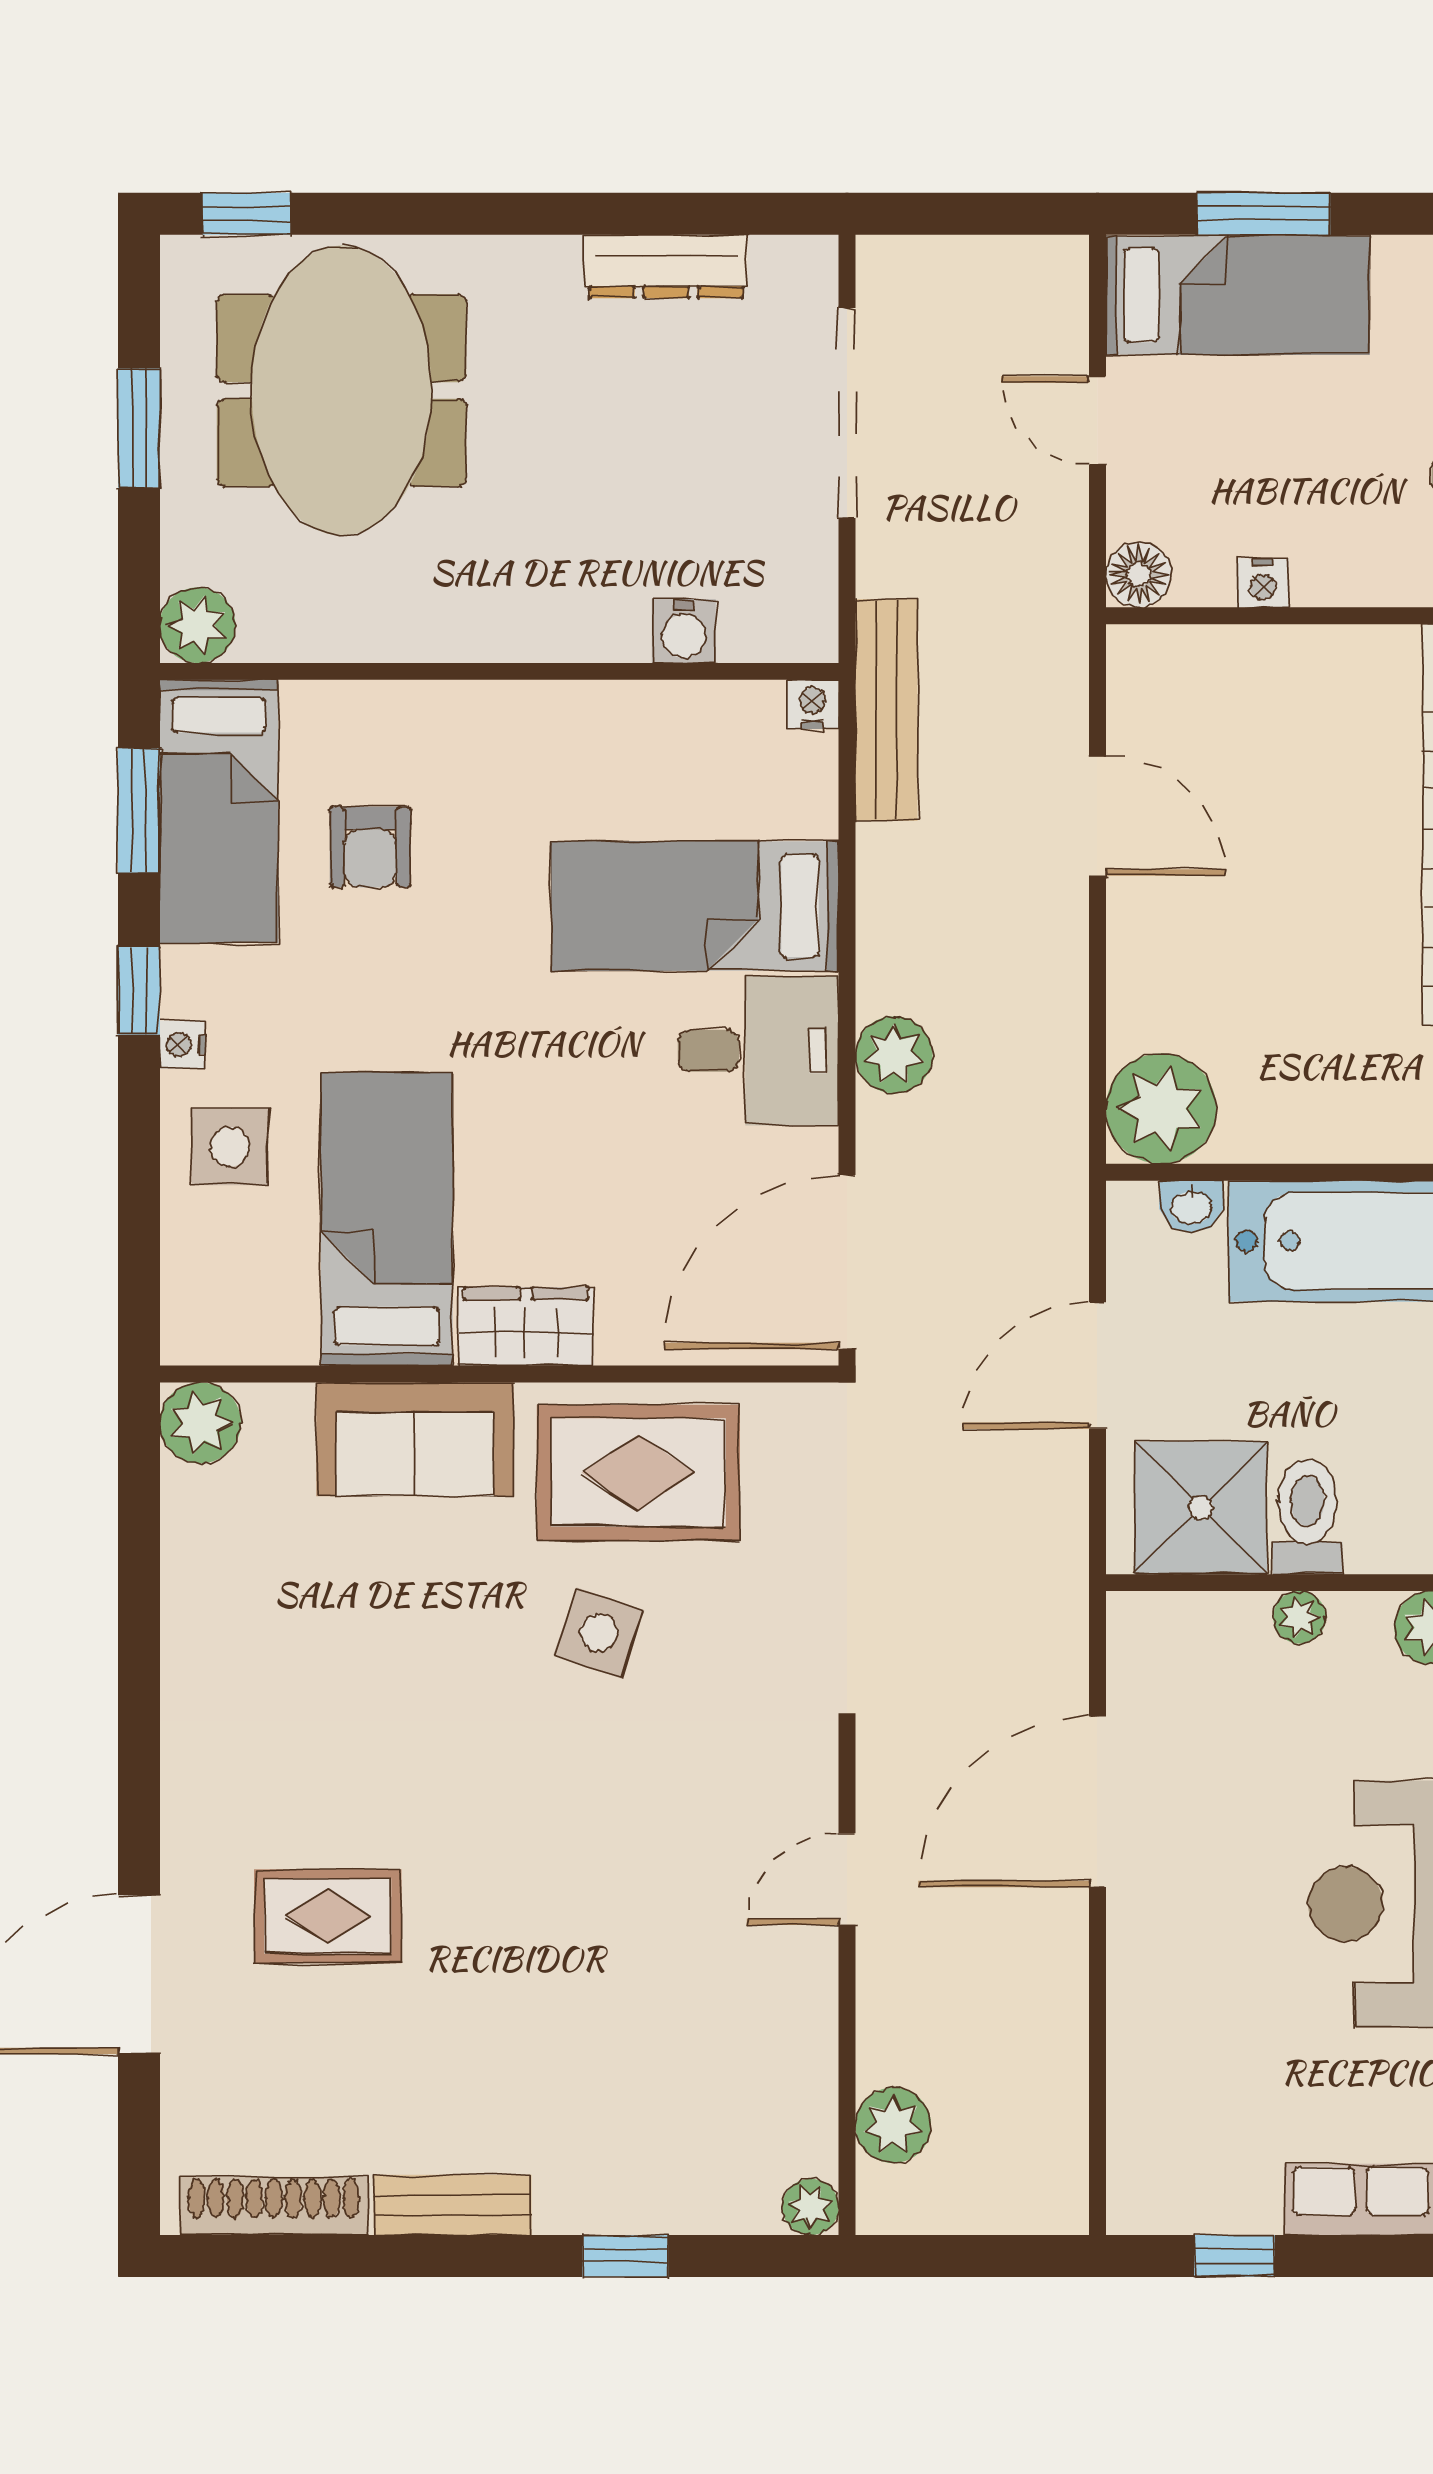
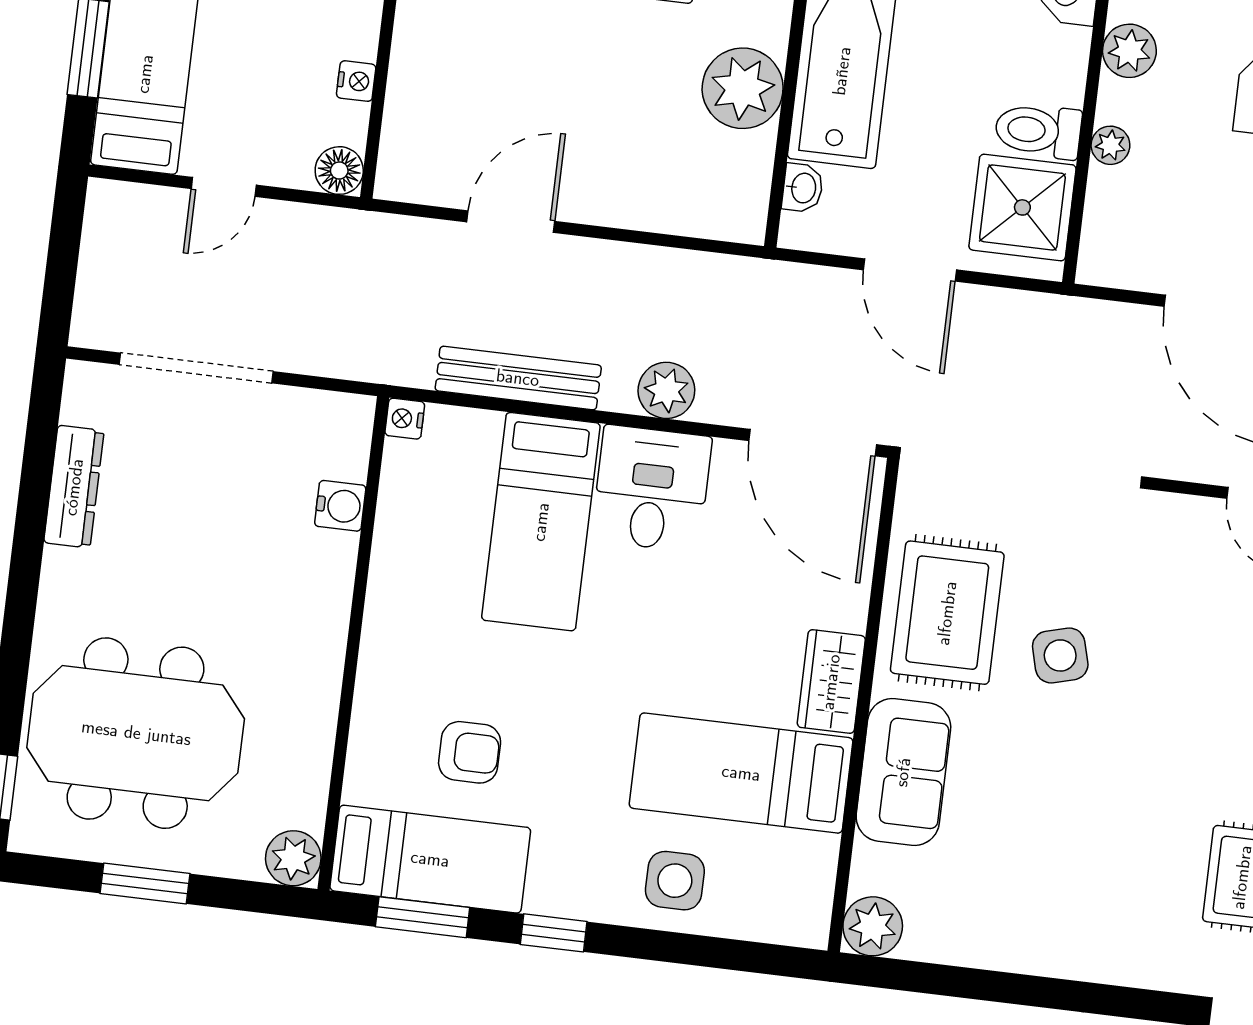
bench: (886, 710) -> (518, 378), moved
nightstand: (182, 1045) -> (596, 906), removed
plant: (1161, 1109) -> (743, 88), moved
side table: (599, 1633) -> (1060, 655), turned -34

